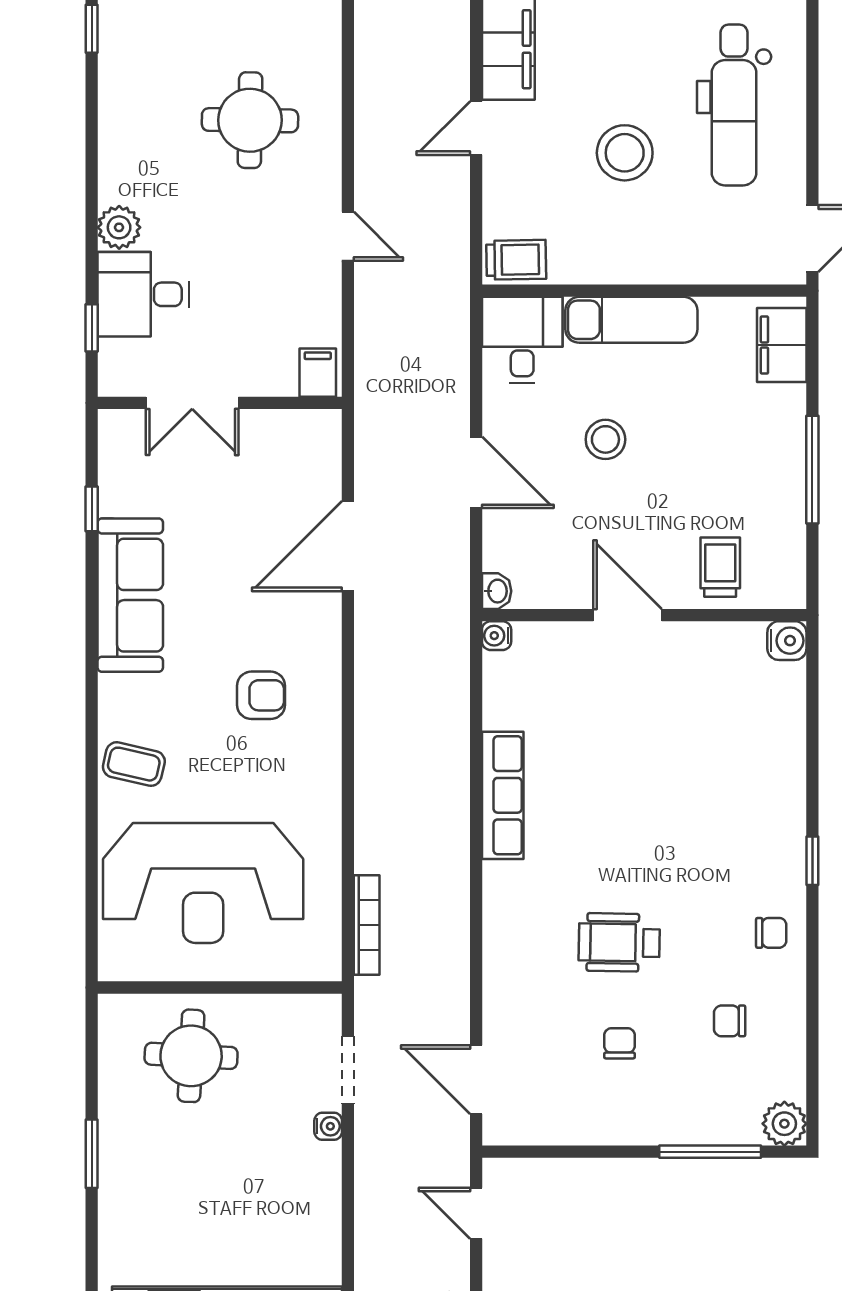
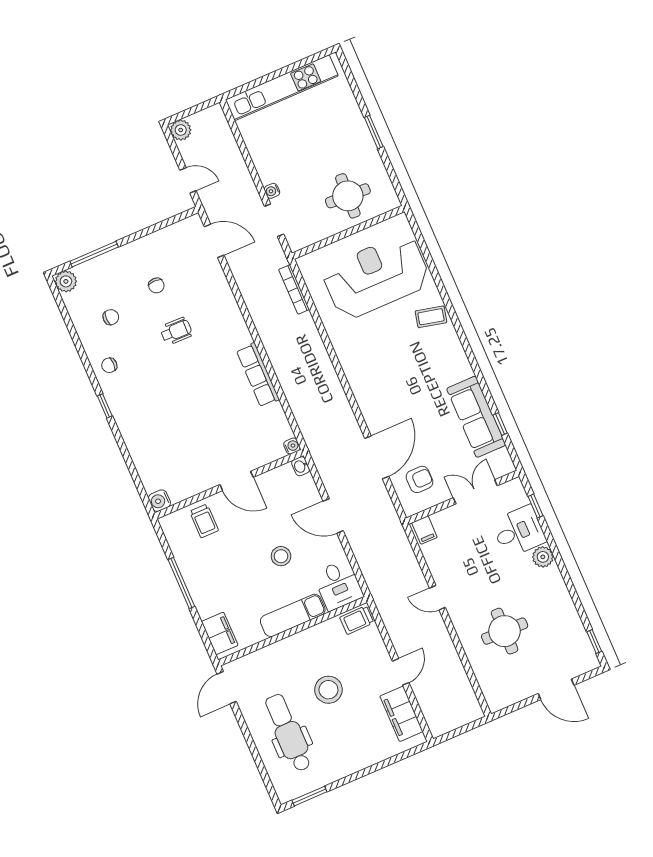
sofa: (130, 595) -> (476, 417), moved
armchair: (261, 695) -> (419, 479), moved, turned 180
wheelchair: (619, 942) -> (176, 331), width x0.73, depth x0.73

